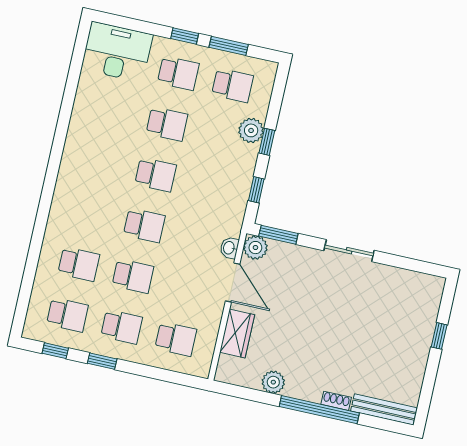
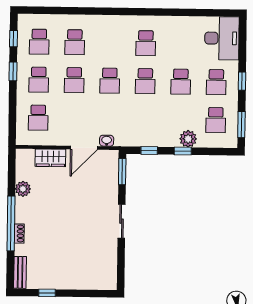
window: (229, 46) -> (241, 125), moved
school desk: (101, 163) -> (146, 43), added
plant: (255, 248) -> (110, 158), removed
window: (439, 336) -> (47, 293), moved
bench: (384, 409) -> (20, 272), width x0.73

